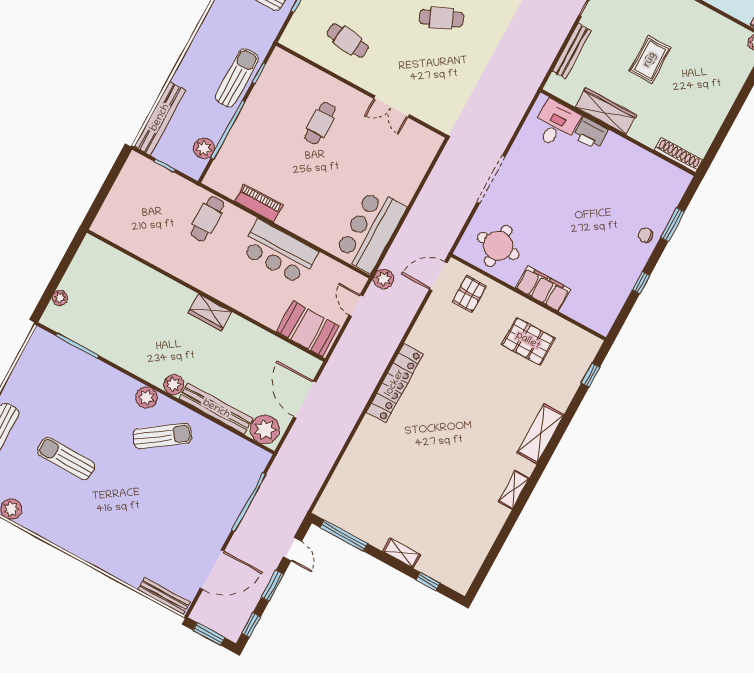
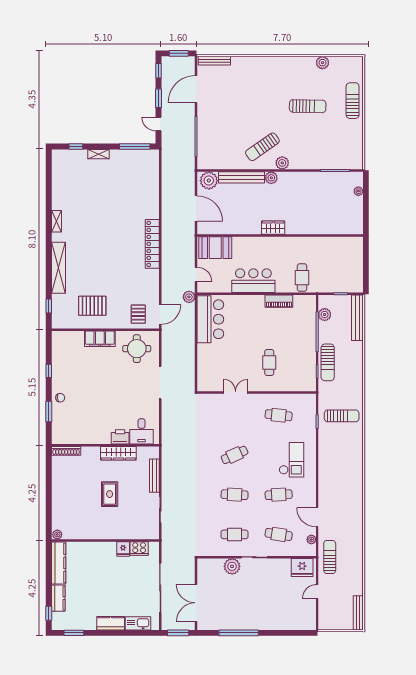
shelving: (541, 434) -> (58, 268), width x1.47

